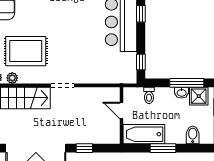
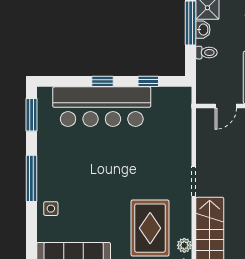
window: (141, 62) -> (148, 81), moved
toilet: (149, 95) -> (206, 53), moved

